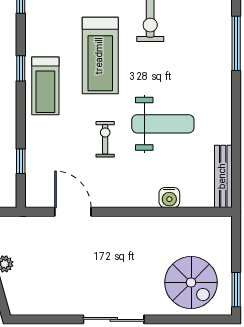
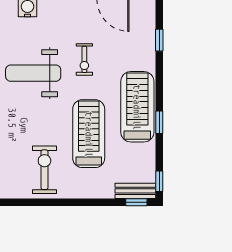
treadmill: (45, 86) -> (137, 107), width x1.37, depth x1.38

